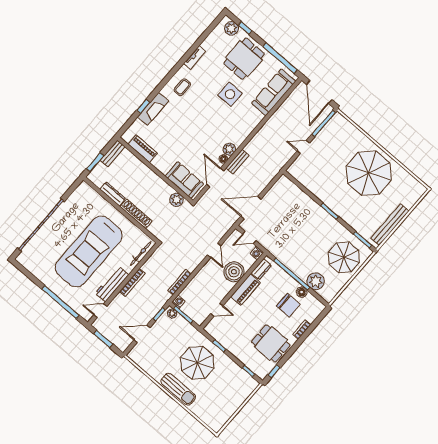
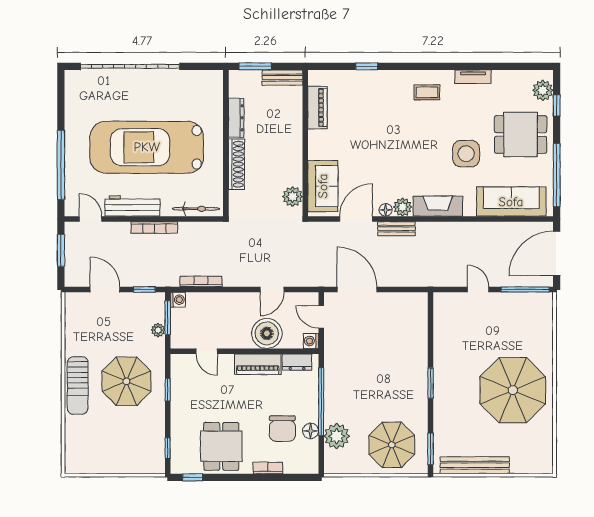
fireplace: (153, 109) -> (438, 206), moved, turned 180
plant: (172, 314) -> (158, 330), moved

